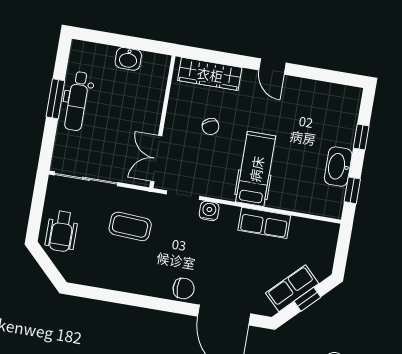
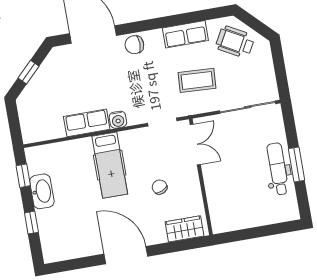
washbasin: (128, 59) -> (248, 219), removed
door: (272, 66) -> (126, 255), width x1.88
wardrobe: (210, 74) -> (184, 229), width x0.67
water cooler: (209, 211) -> (118, 120), moved
wheelchair: (62, 231) -> (235, 42), moved, turned -61
row of seats: (292, 288) -> (185, 34), moved, turned 45

